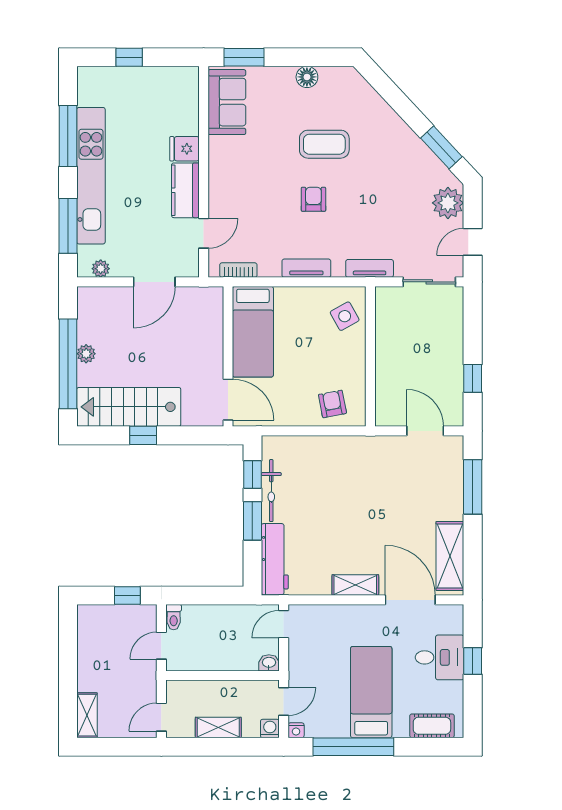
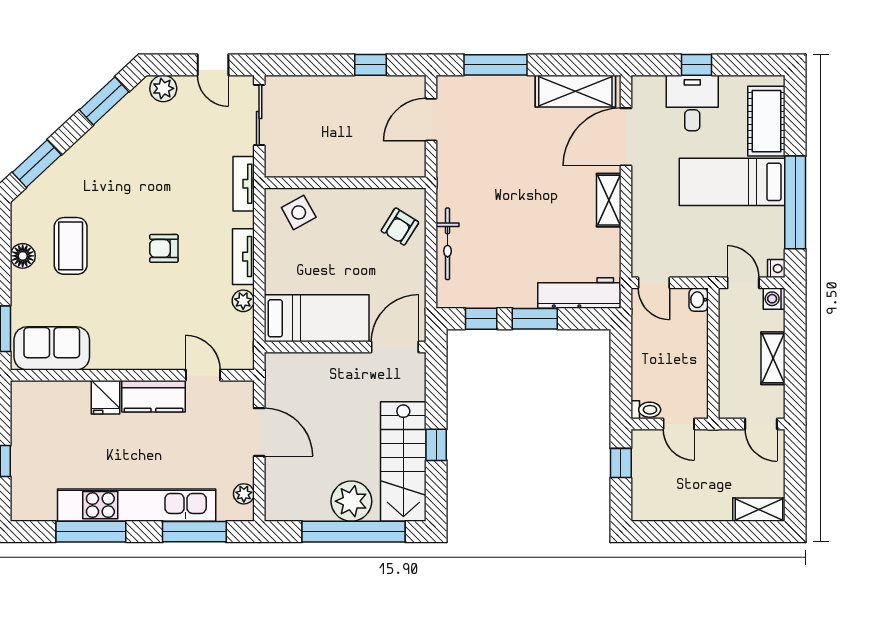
window: (387, 89) -> (37, 164), added
coffee table: (324, 144) -> (71, 246), moved
plant: (448, 203) -> (163, 88), width x0.73, depth x0.73
plant: (268, 268) -> (243, 301), added
bookcase: (238, 270) -> (245, 335), removed
plant: (86, 354) -> (351, 501), width x1.87, depth x1.87
armchair: (332, 404) -> (400, 227), turned -47
bicycle: (271, 491) -> (448, 244), moved, turned 90
cot: (432, 726) -> (766, 121), width x1.37, depth x1.34

